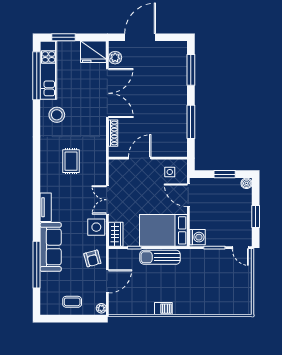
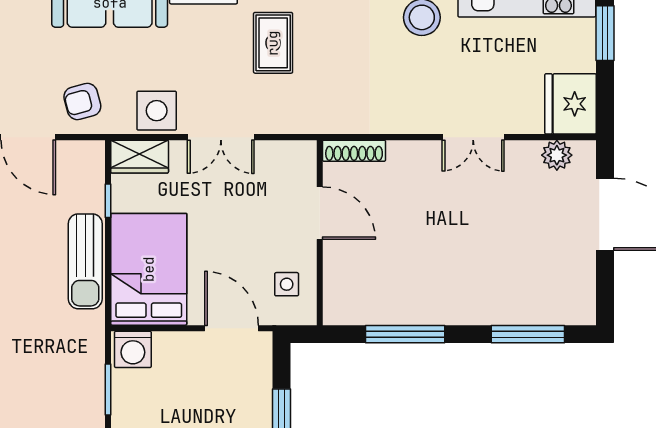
double door: (107, 93) -> (473, 137), width x0.54
shoe rack: (113, 133) -> (354, 151), moved
rug: (71, 161) -> (273, 43), moved, turned 90
door: (188, 195) -> (232, 328), hinge flipped
double door: (107, 200) -> (221, 137), swing flipped
sun lounger: (160, 257) -> (85, 261), turned 180

